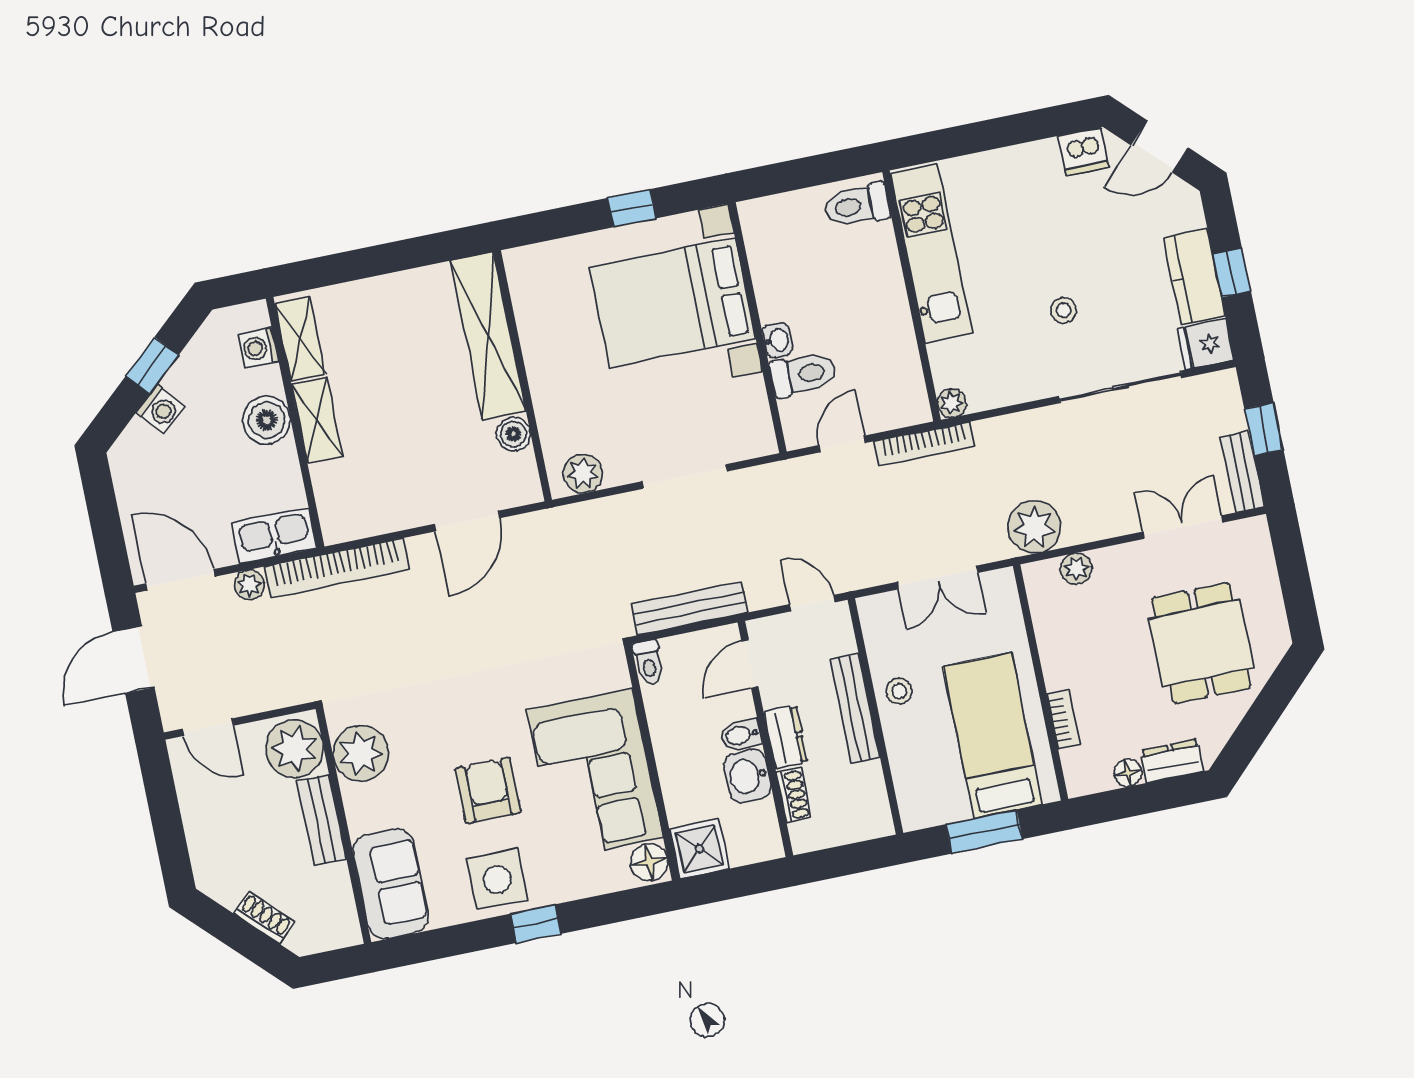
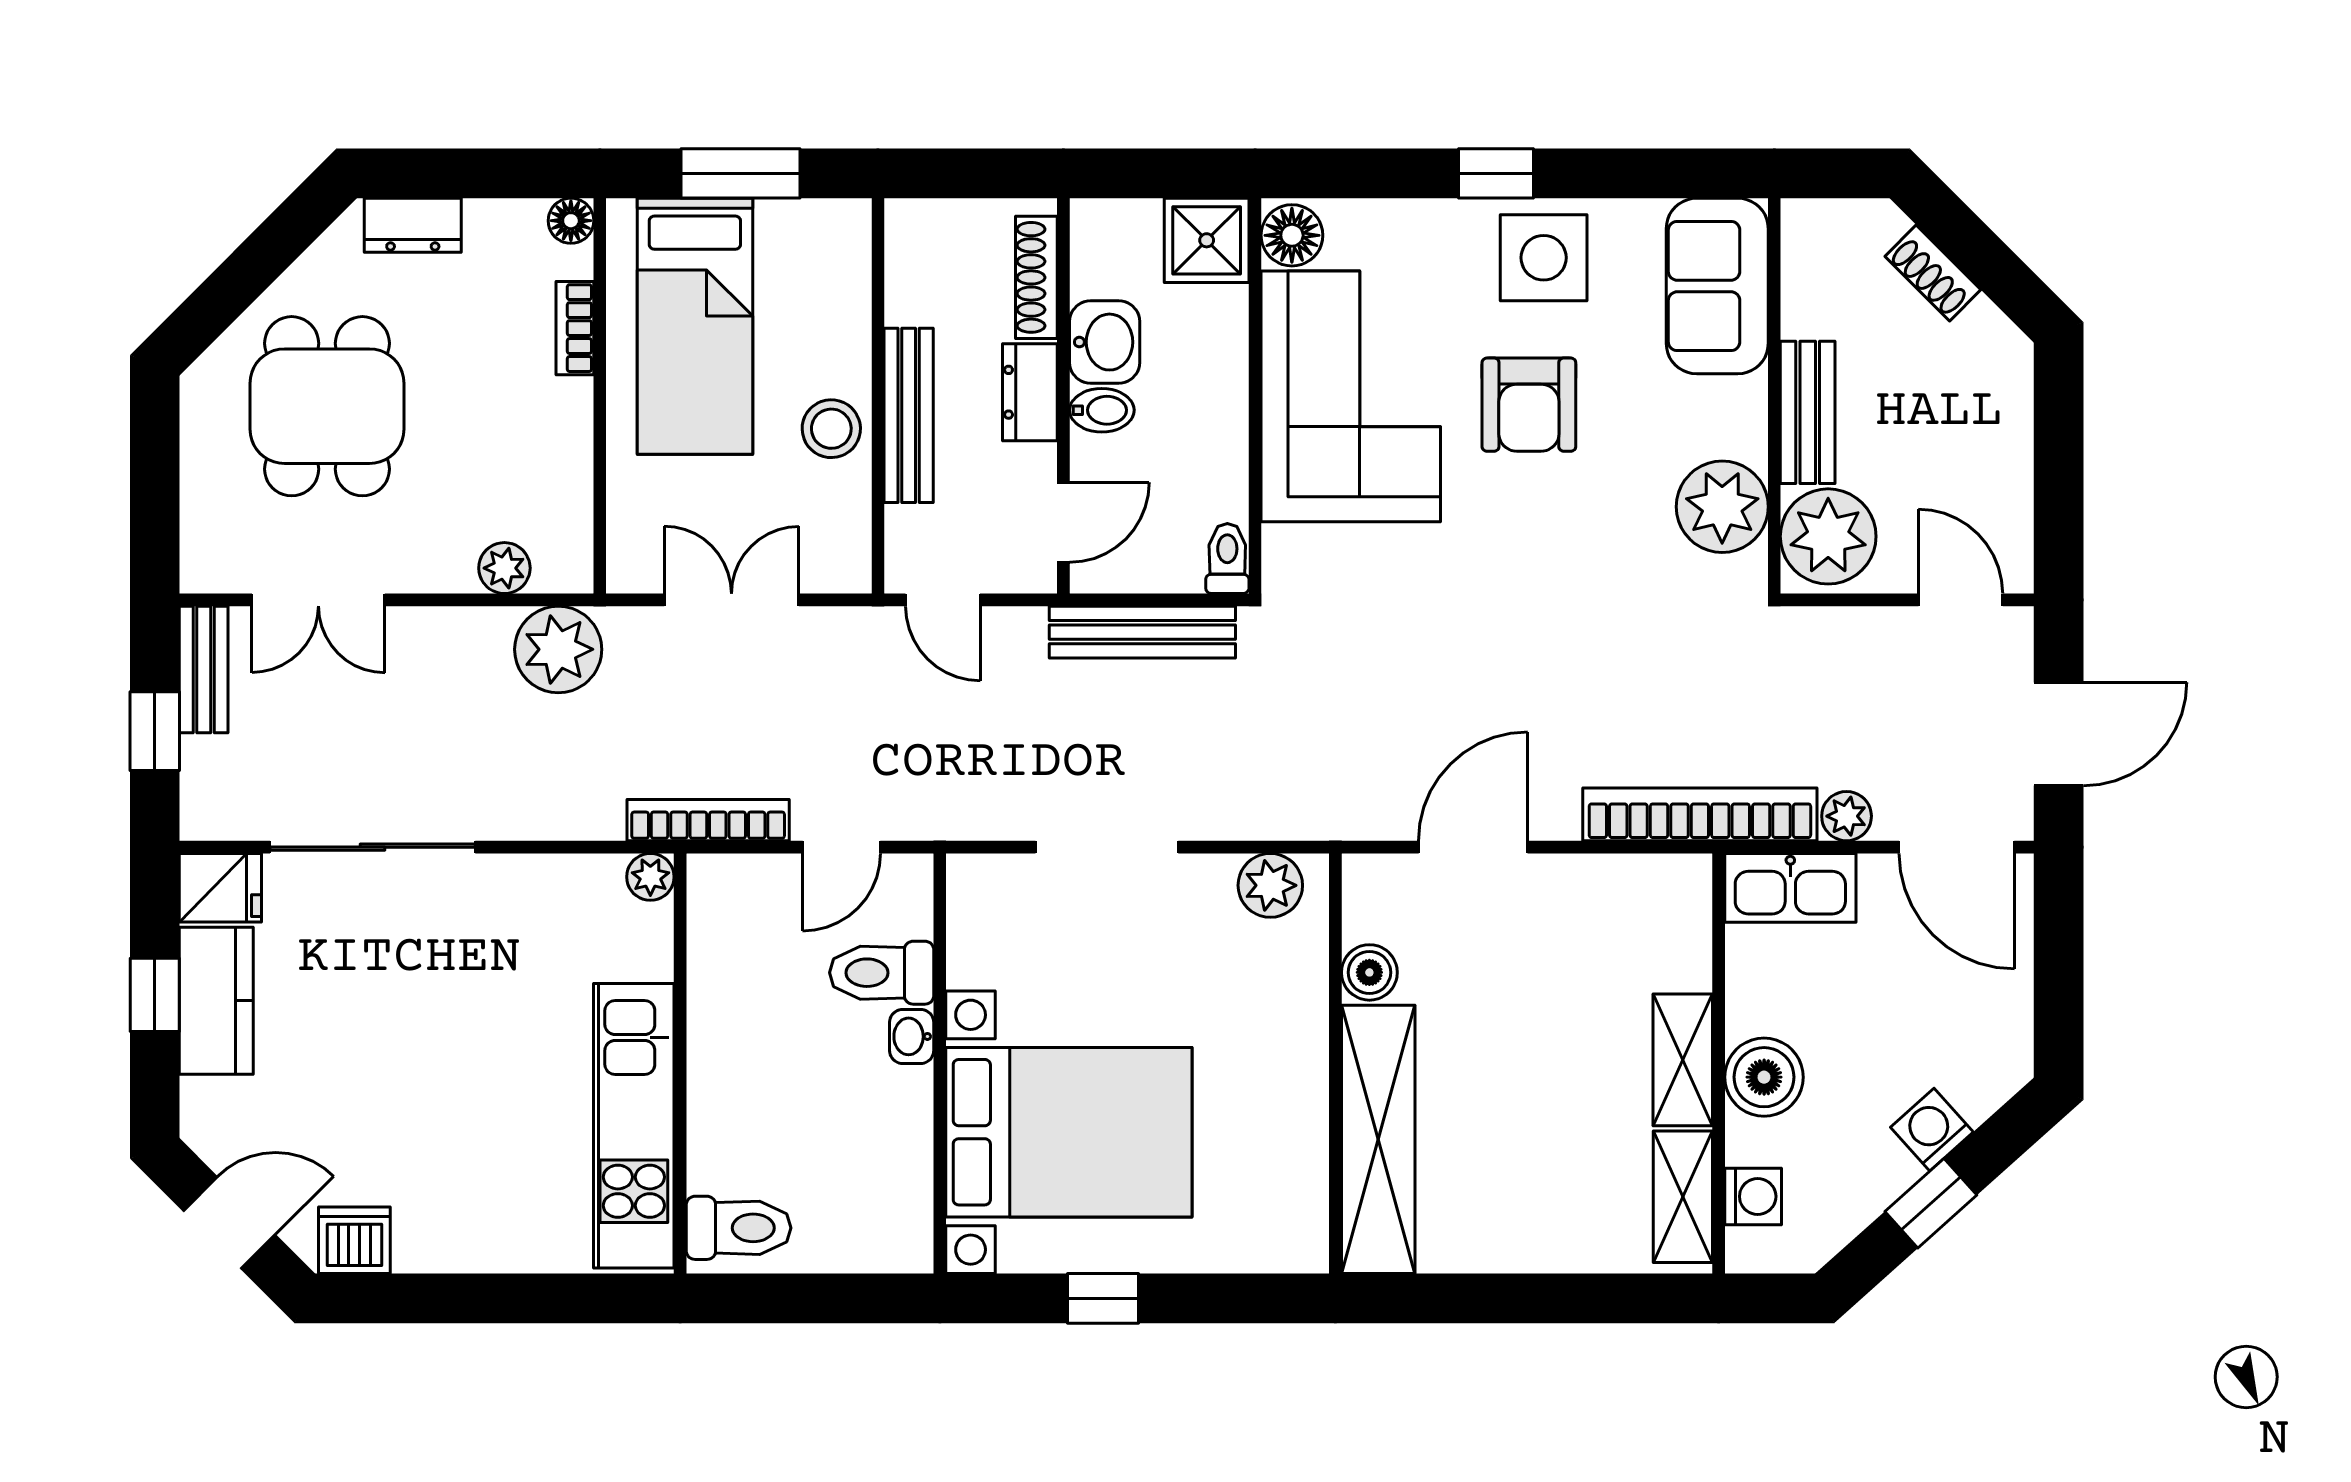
stool: (1064, 310) -> (439, 990), removed
stool: (899, 691) -> (831, 429), width x1.37, depth x1.37
floor lamp: (1128, 773) -> (571, 221), moved
shoe rack: (794, 795) -> (1036, 277), width x1.43

